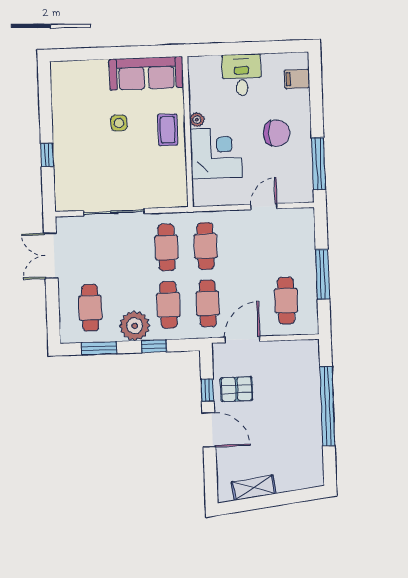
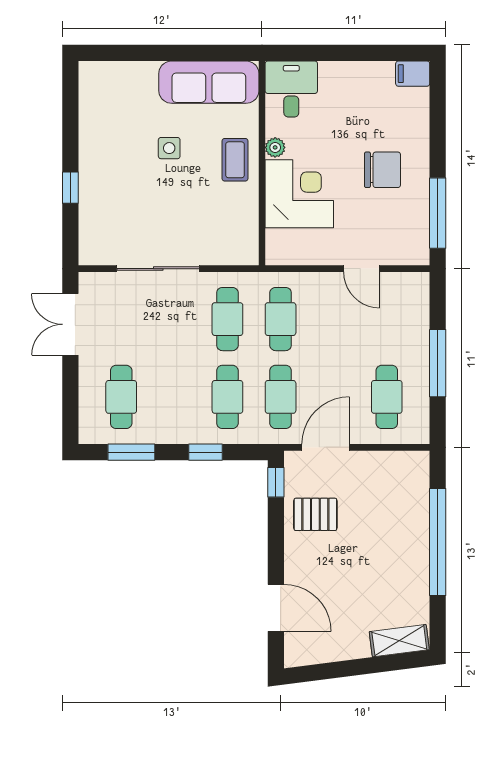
desk: (242, 75) -> (291, 89), moved
filing cabinet: (297, 79) -> (413, 74), moved
door: (264, 207) -> (362, 269), swing flipped
plant: (135, 326) -> (181, 424), removed
window: (207, 390) -> (276, 482), moved
door: (209, 430) -> (276, 608), moved
shelving: (254, 488) -> (399, 641), moved

